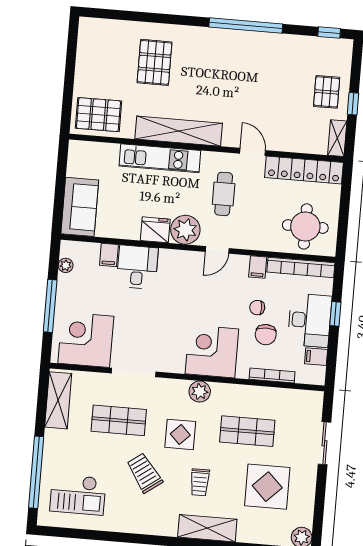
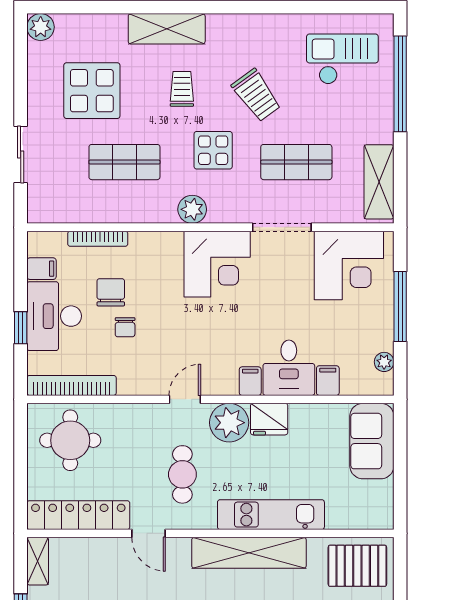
filing cabinet: (258, 267) -> (250, 381), moved
chair: (257, 308) -> (125, 327), turned 90
corner desk: (212, 351) -> (217, 264), moved

